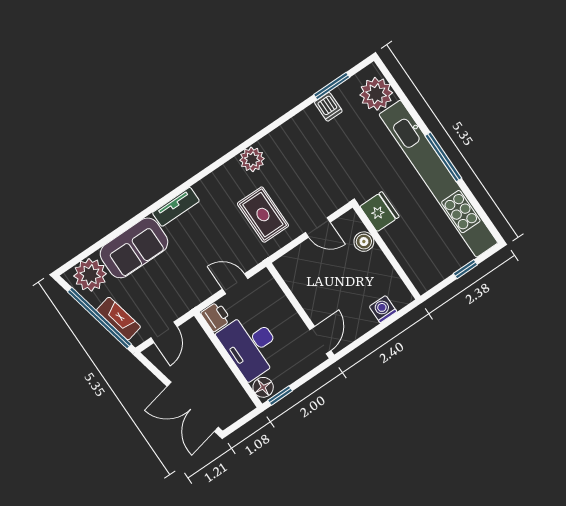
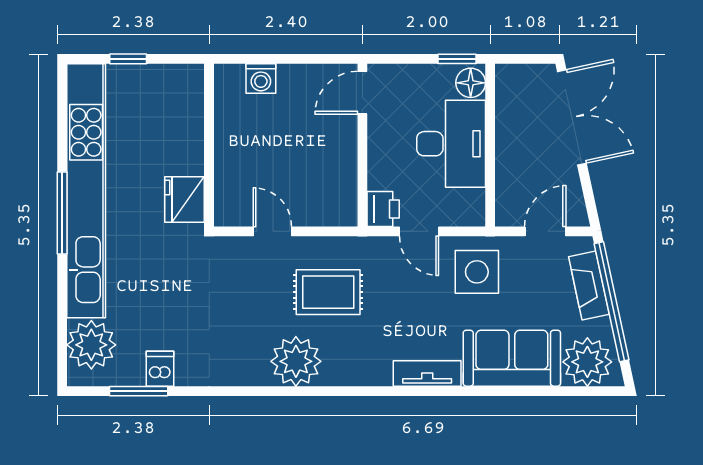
plant: (252, 159) -> (296, 361), width x1.36, depth x1.36
rug: (263, 215) -> (328, 292), turned 90
boiler: (364, 242) -> (228, 176), removed
side table: (187, 283) -> (477, 272), added
printer: (216, 317) -> (383, 209), moved, turned 180

